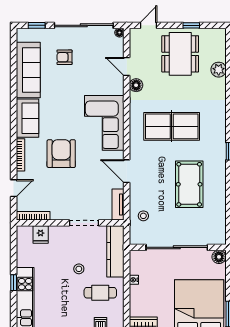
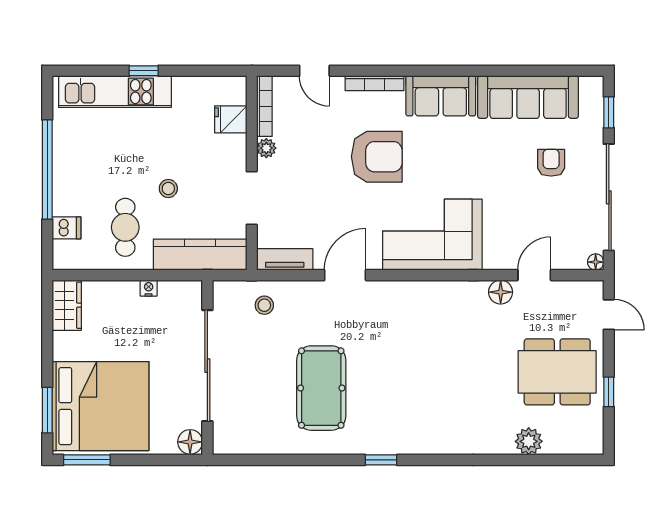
table tennis table: (172, 126) -> (426, 356), removed
pool table: (189, 184) -> (321, 388), turned 90
plant: (56, 215) -> (266, 148), added

